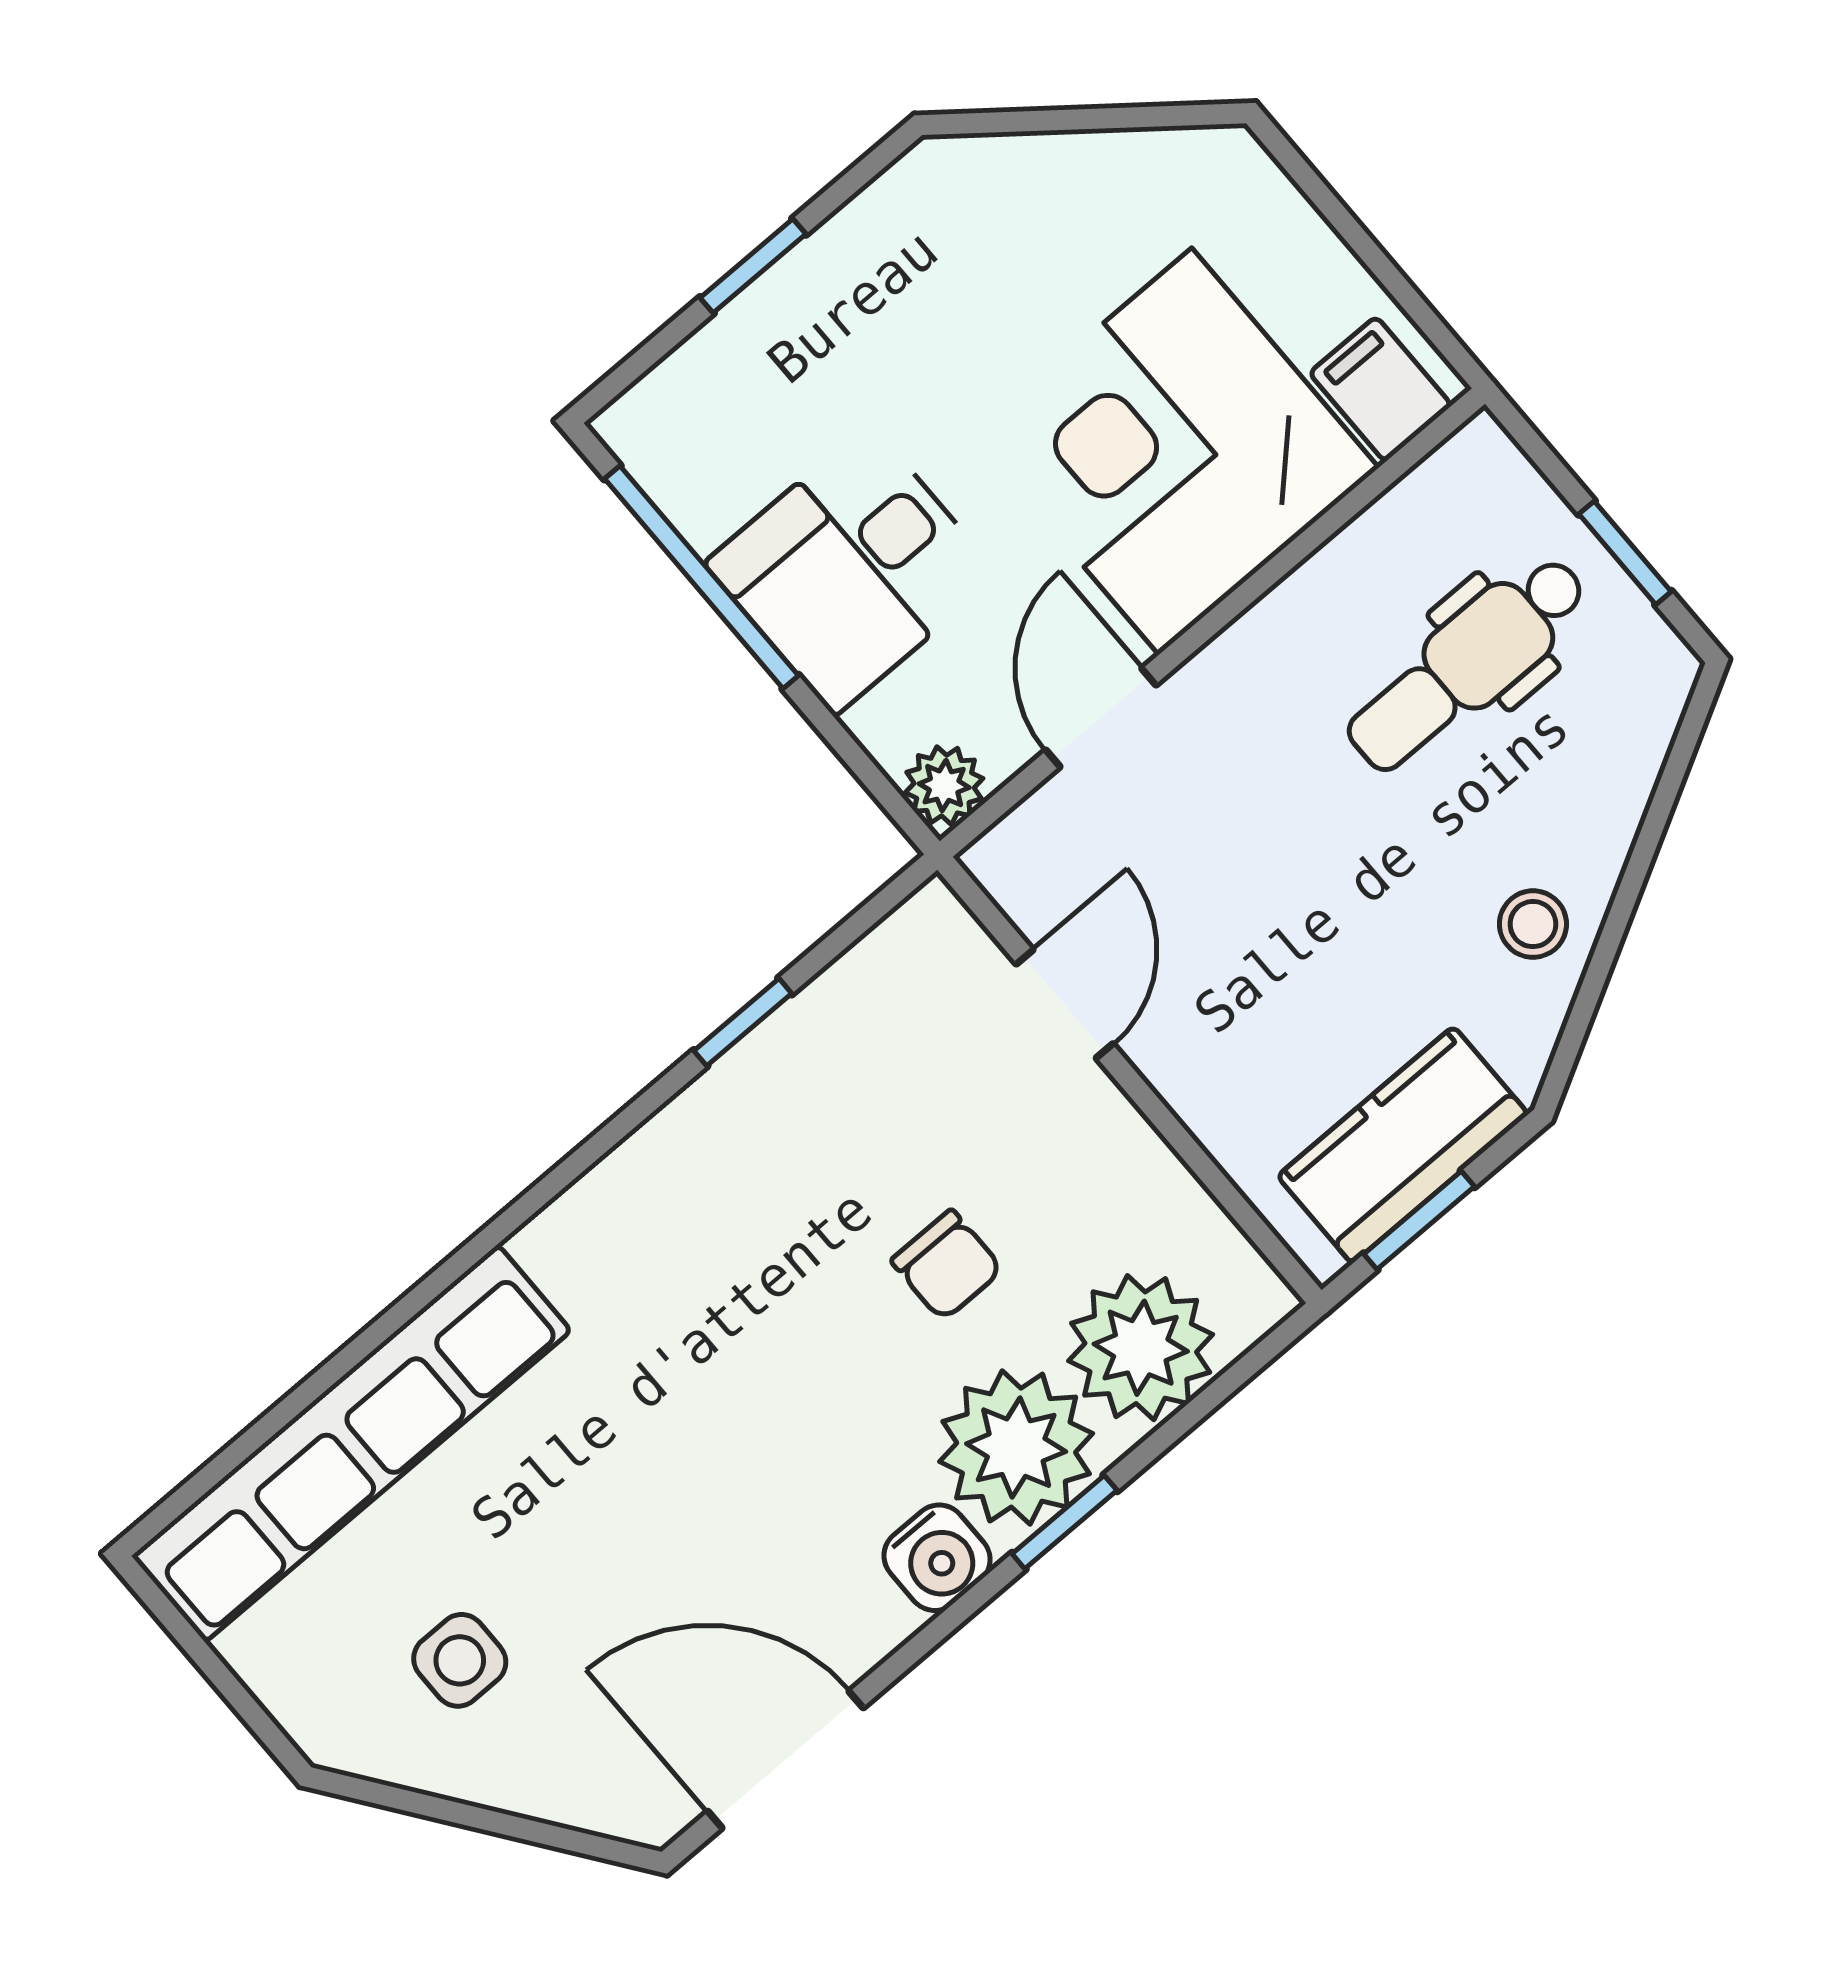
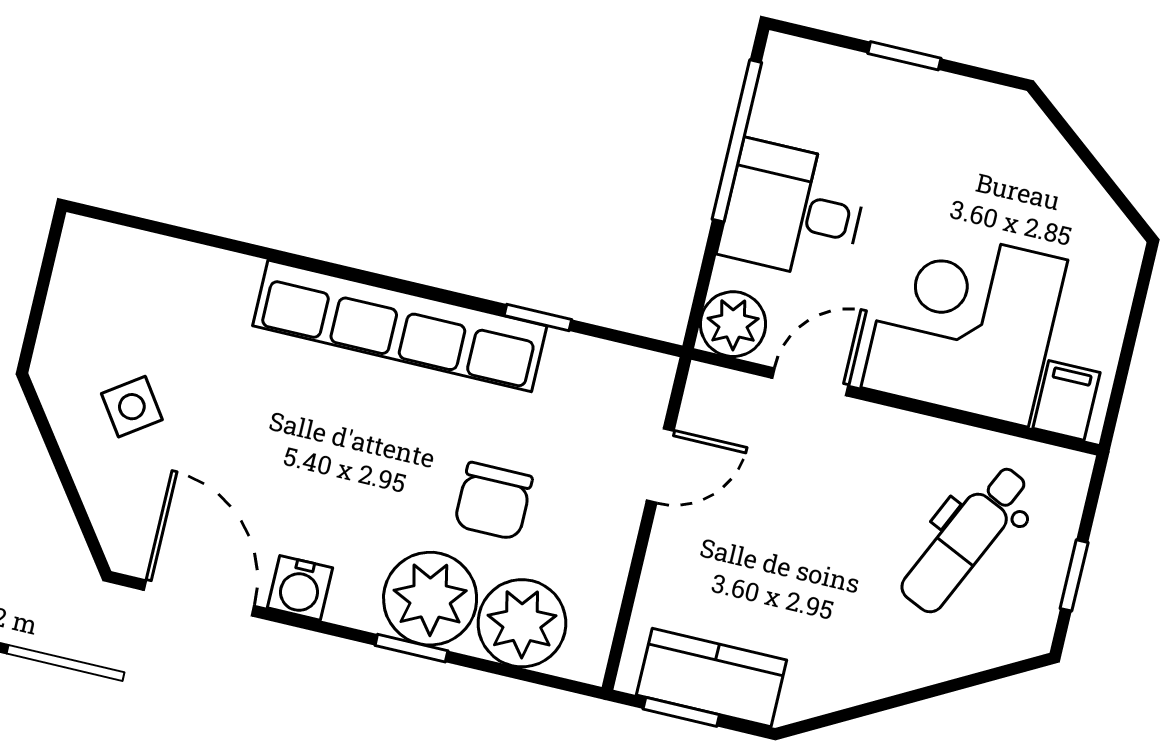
dental chair: (1467, 664) -> (965, 539), turned -65
plant: (944, 786) -> (733, 324), width x1.38, depth x1.38
stool: (1533, 924) -> (864, 662), removed
chair: (947, 1265) -> (493, 501), width x1.37, depth x1.37
row of seats: (351, 1443) -> (400, 326), moved
water cooler: (937, 1558) -> (300, 588), moved
side table: (460, 1660) -> (132, 407), turned -35

